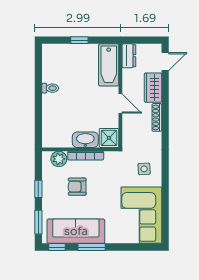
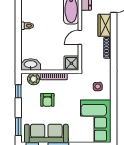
door: (120, 104) -> (80, 37), swing flipped
washbasin: (85, 140) -> (31, 65), moved
armchair: (77, 187) -> (47, 100), turned -90
window: (38, 189) -> (18, 91), moved

